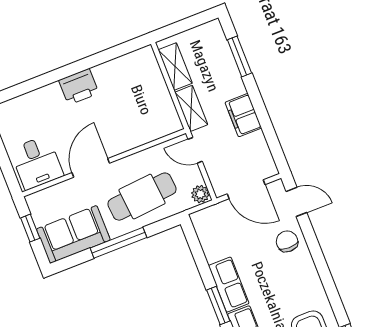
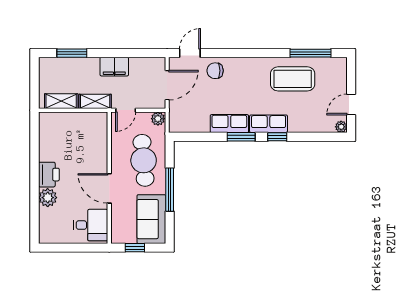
plant: (50, 96) -> (48, 198), added

